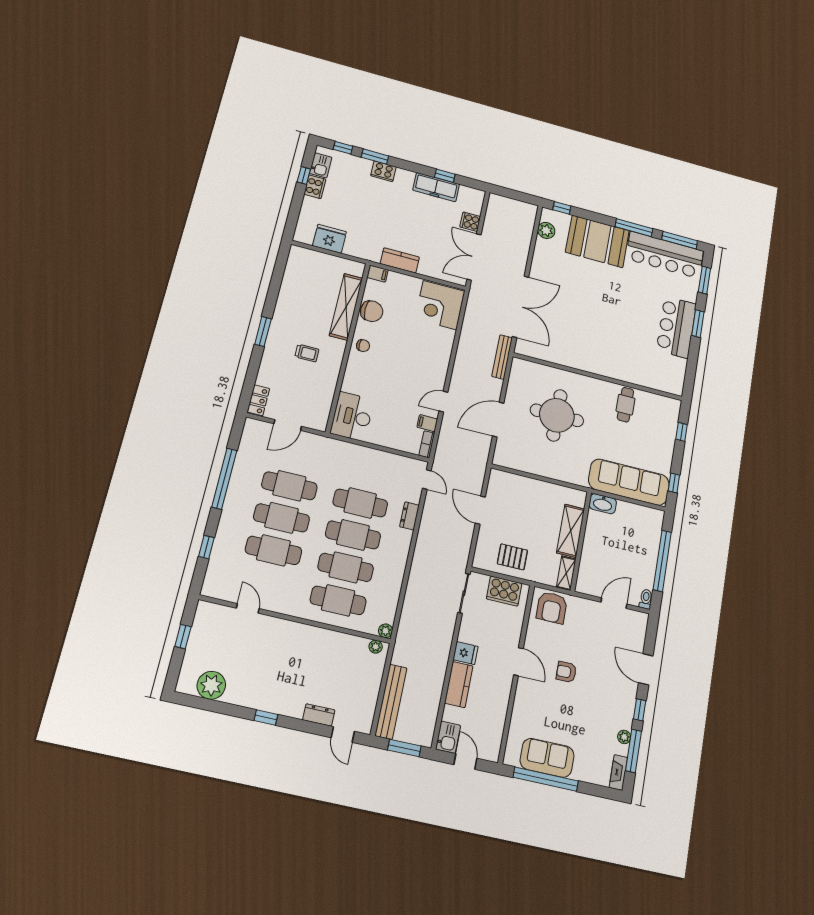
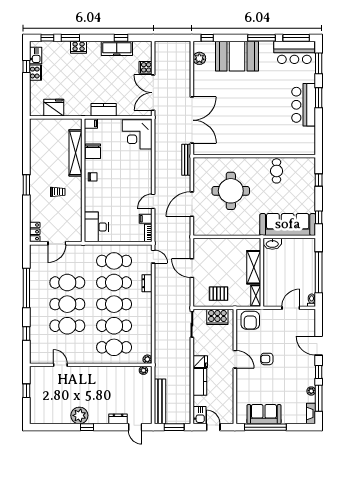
bar counter: (665, 255) -> (294, 52), width x0.73
chair: (372, 311) -> (93, 151), turned 90
cafe table: (367, 472) -> (114, 261), added
plant: (211, 685) -> (79, 415), moved

